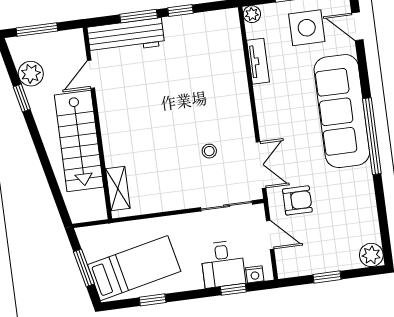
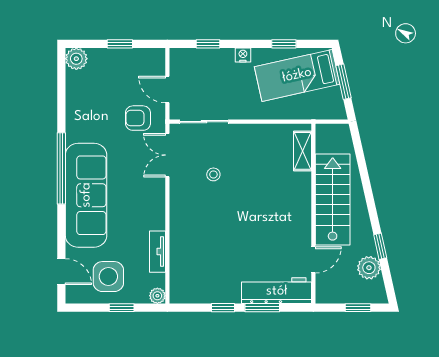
window: (37, 29) -> (358, 308), width x0.67
desk: (223, 264) -> (215, 68), removed
nightstand: (255, 274) -> (243, 55), moved

